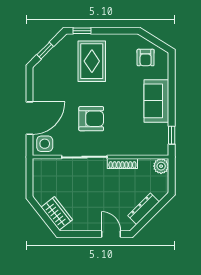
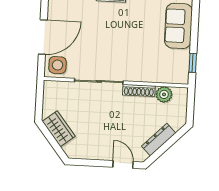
armchair: (91, 119) -> (108, 41), removed
plant: (161, 166) -> (164, 94), moved
wardrobe: (57, 213) -> (59, 129), moved

